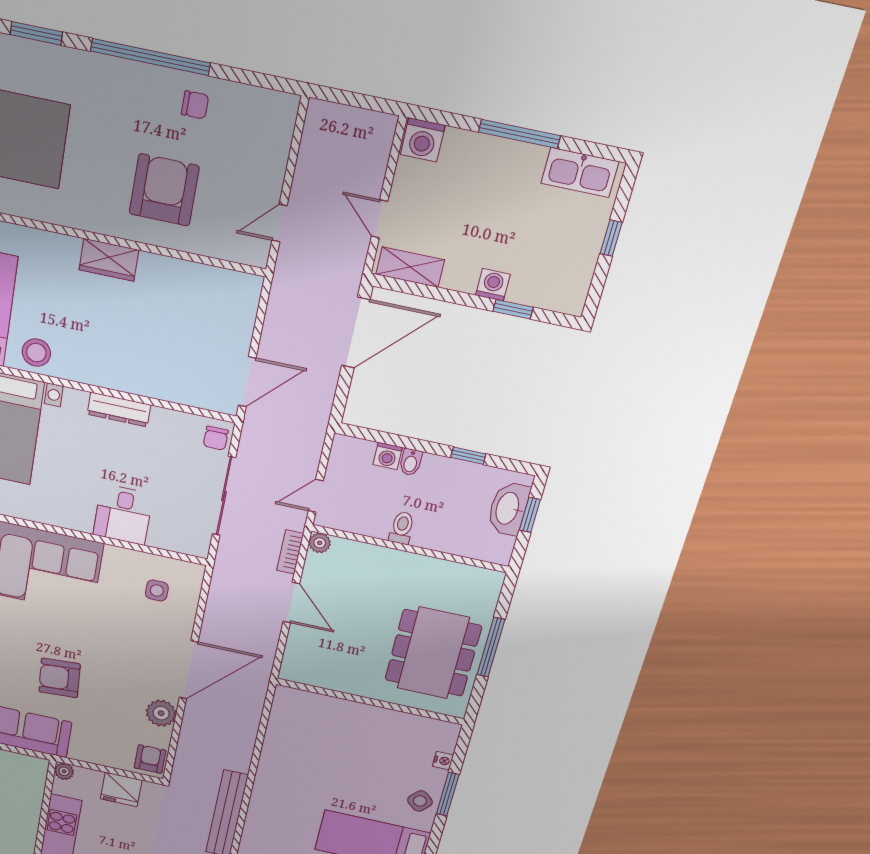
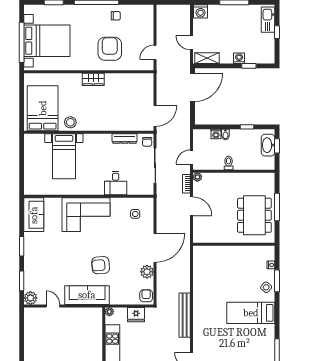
kitchen sink: (580, 172) -> (268, 20), moved, turned 90
dresser: (119, 410) -> (125, 138), moved

